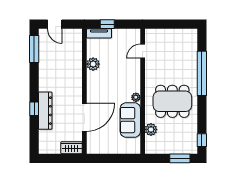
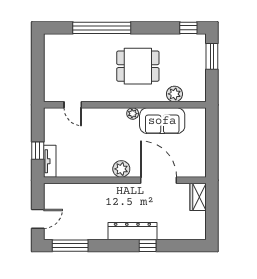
plant: (93, 64) -> (121, 169), moved
dining table: (172, 101) -> (138, 66), width x0.73
dresser: (45, 111) -> (132, 231), moved

